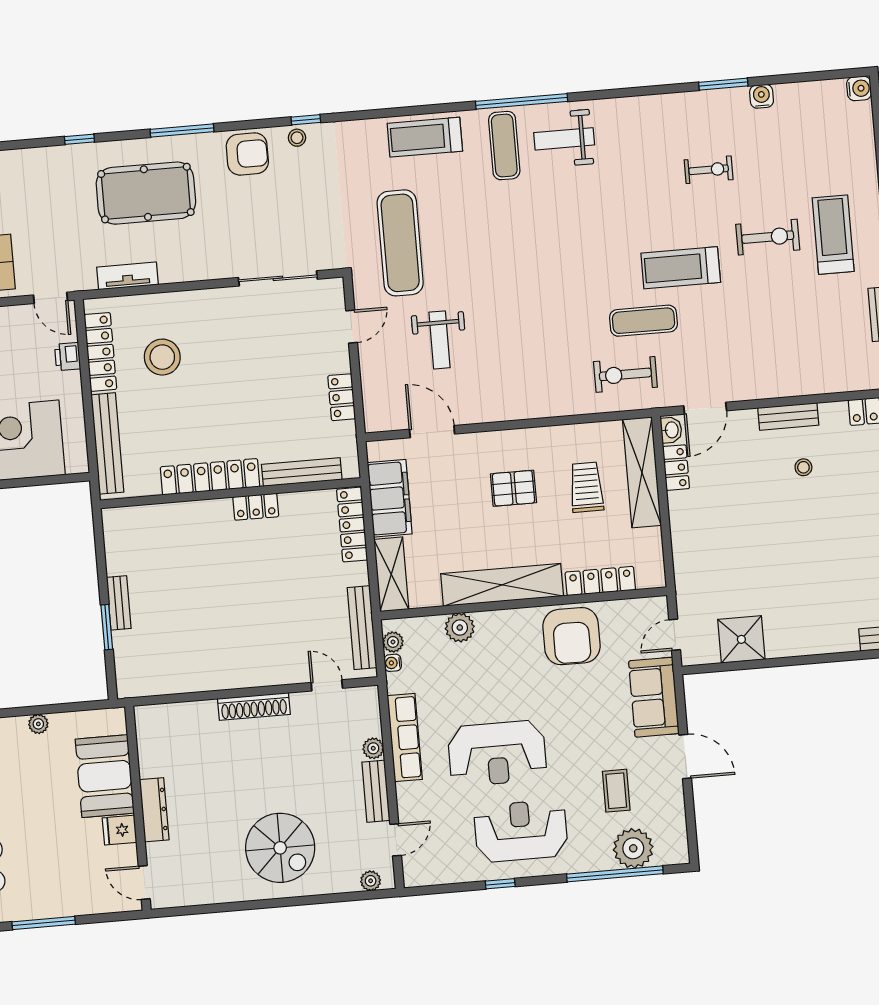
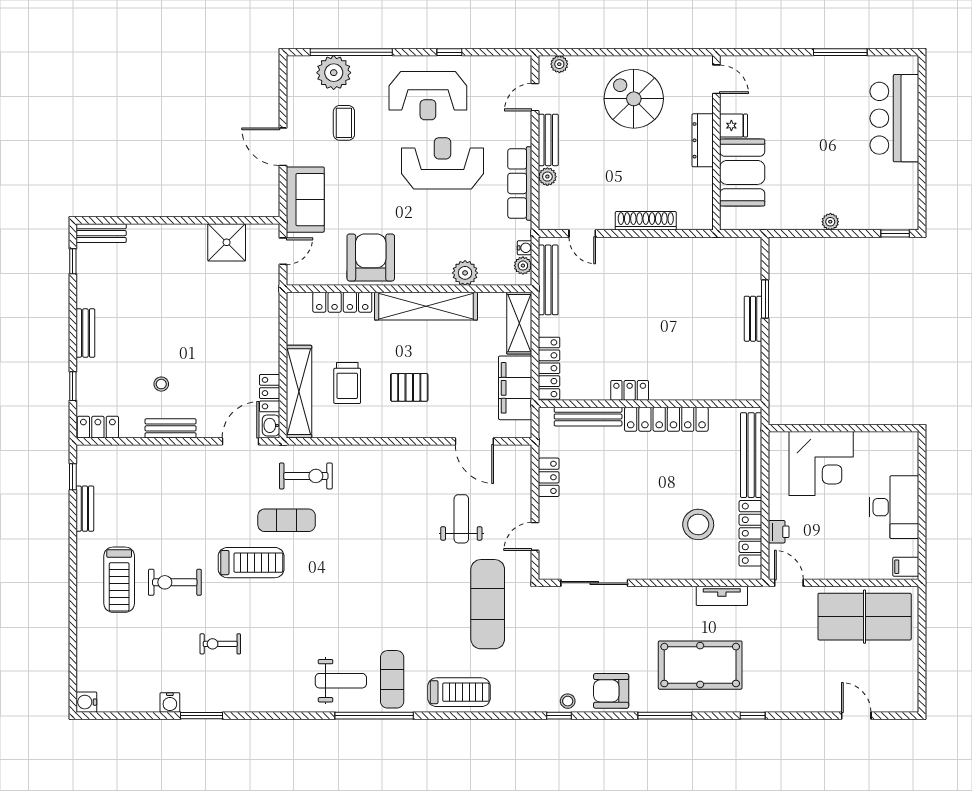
booth: (105, 776) -> (742, 172), moved
wall: (138, 808) -> (716, 143), moved
dresser: (154, 810) -> (703, 140), moved
fridge: (120, 830) -> (734, 126), moved
door: (144, 882) -> (716, 79), moved

